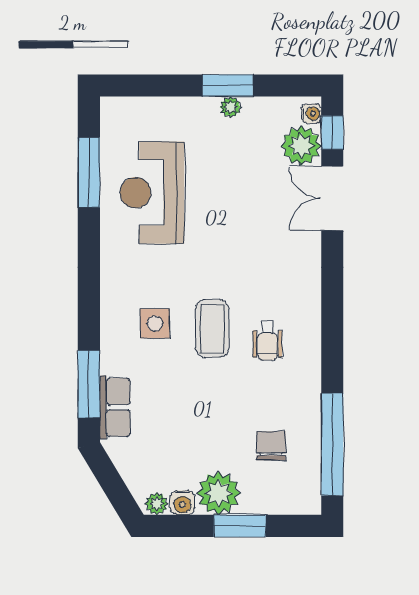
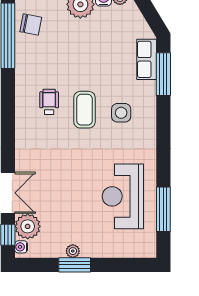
reception desk: (152, 193) -> (123, 196), turned 180
chair: (271, 446) -> (31, 24), moved, turned -79

